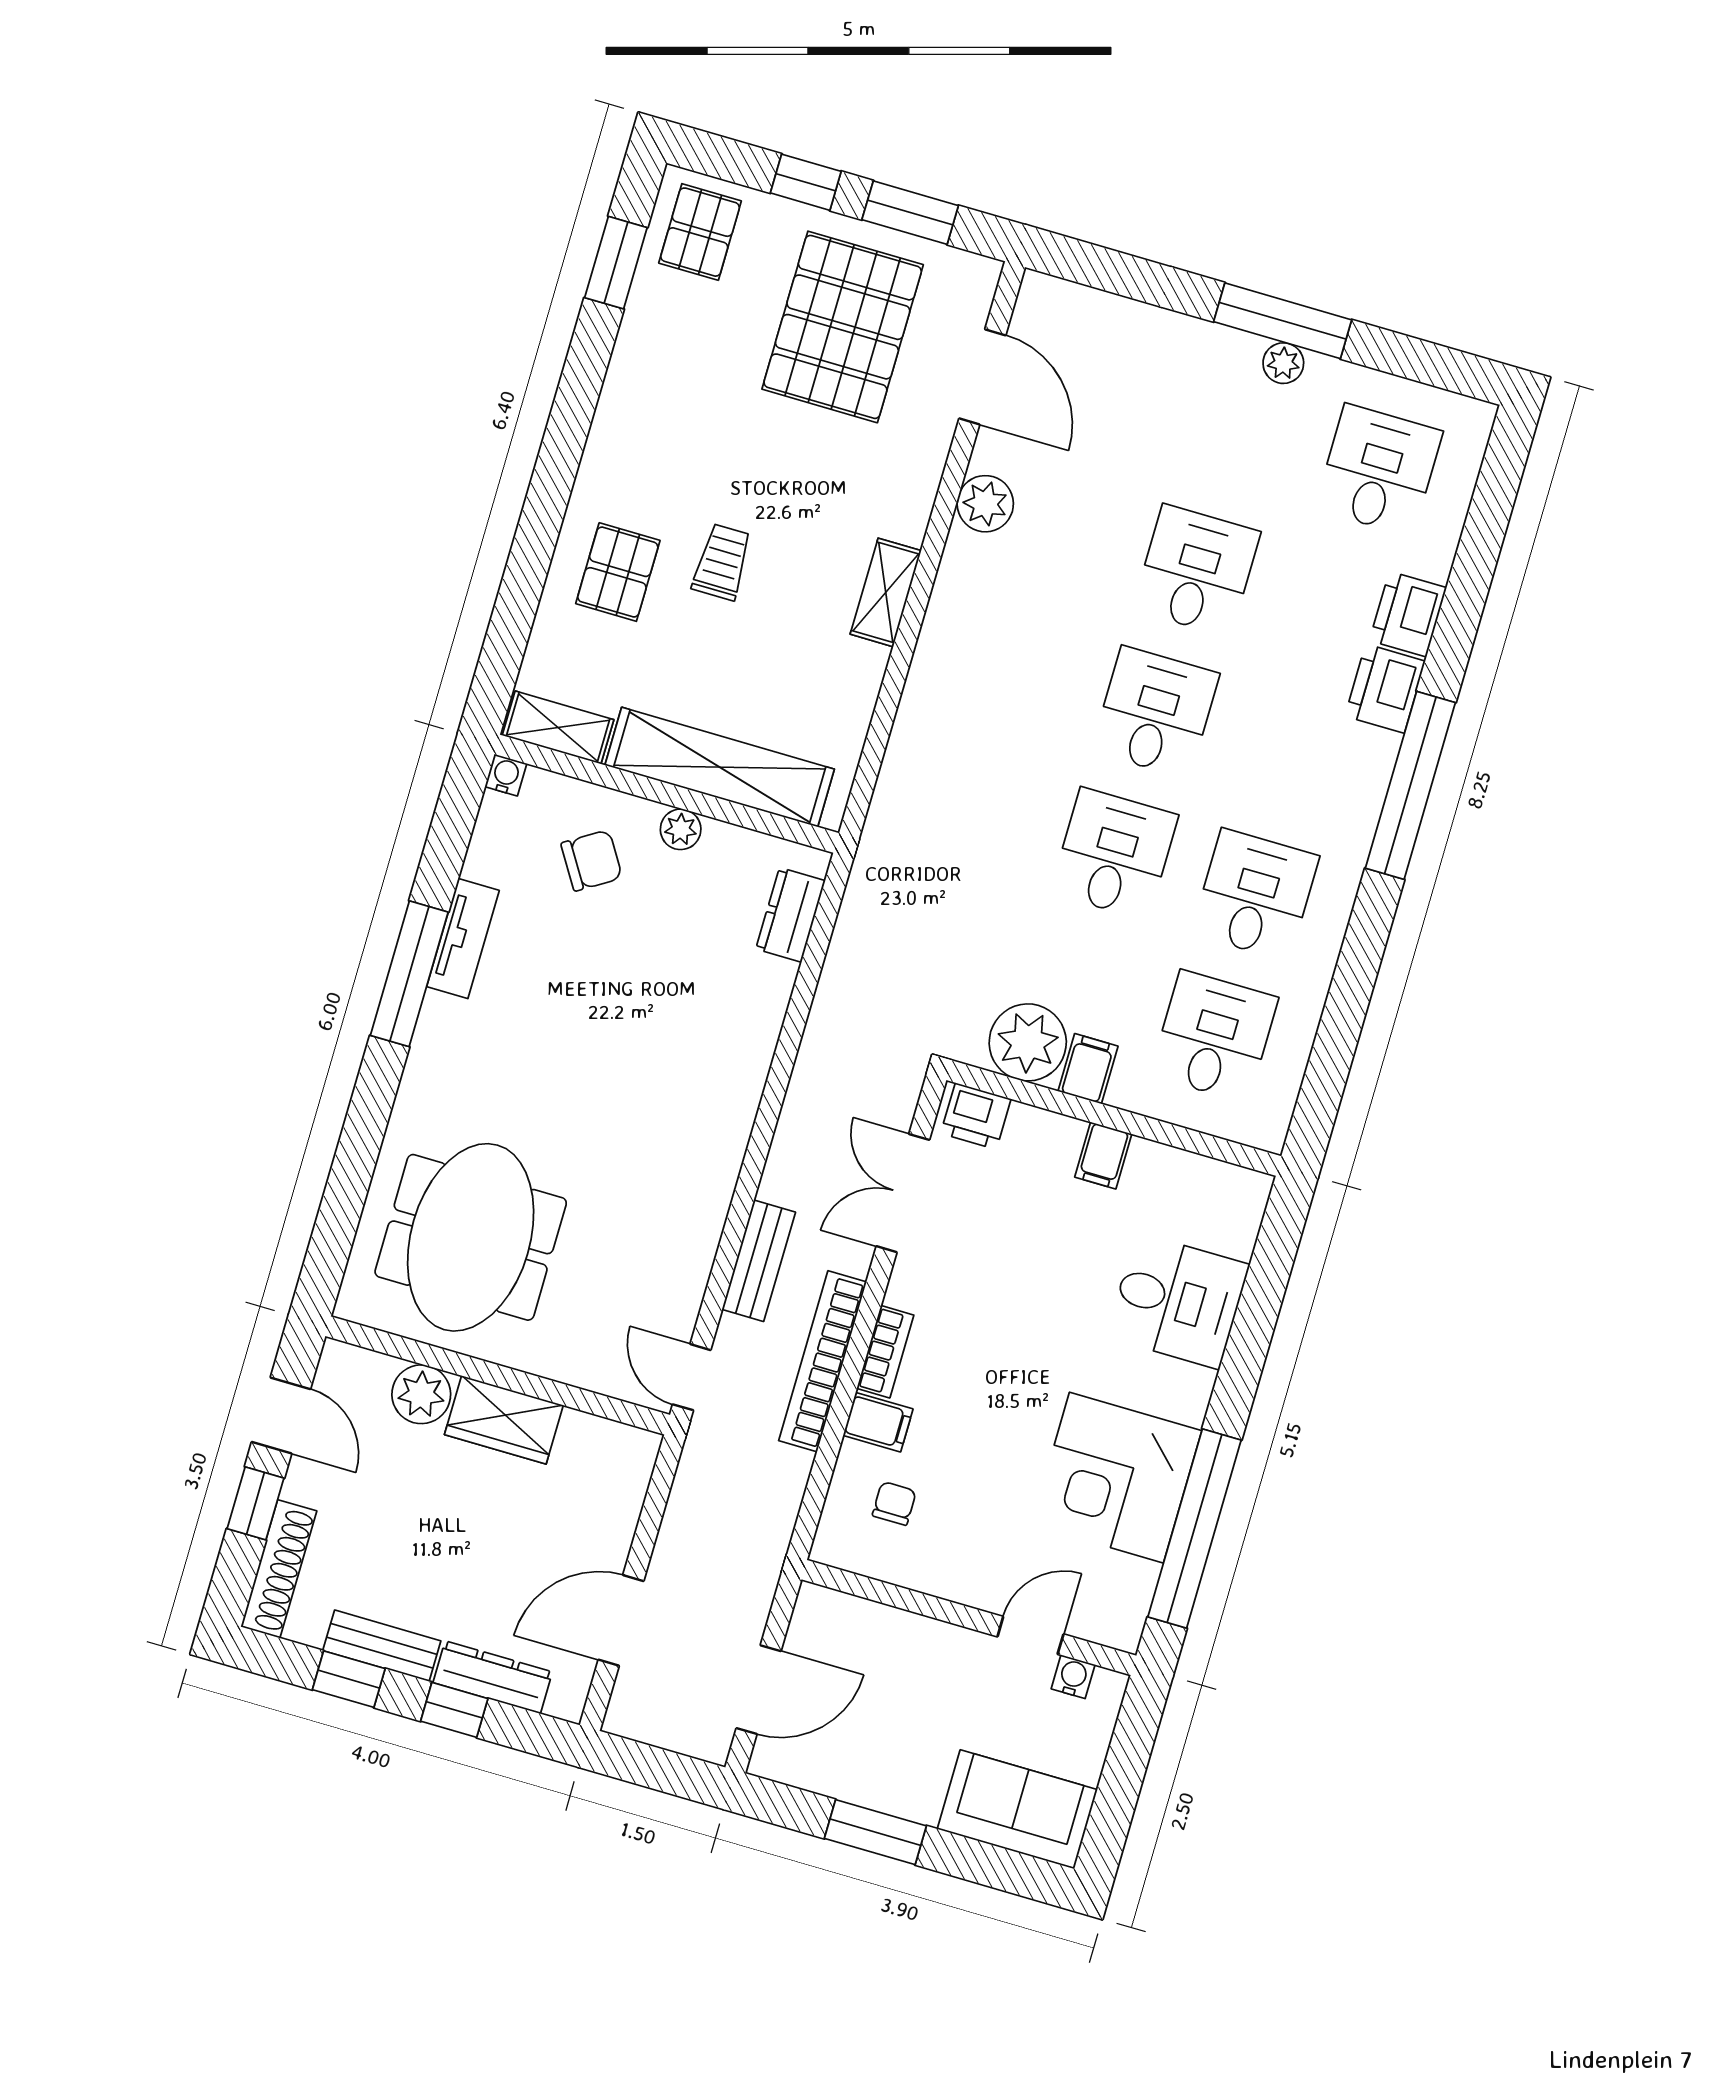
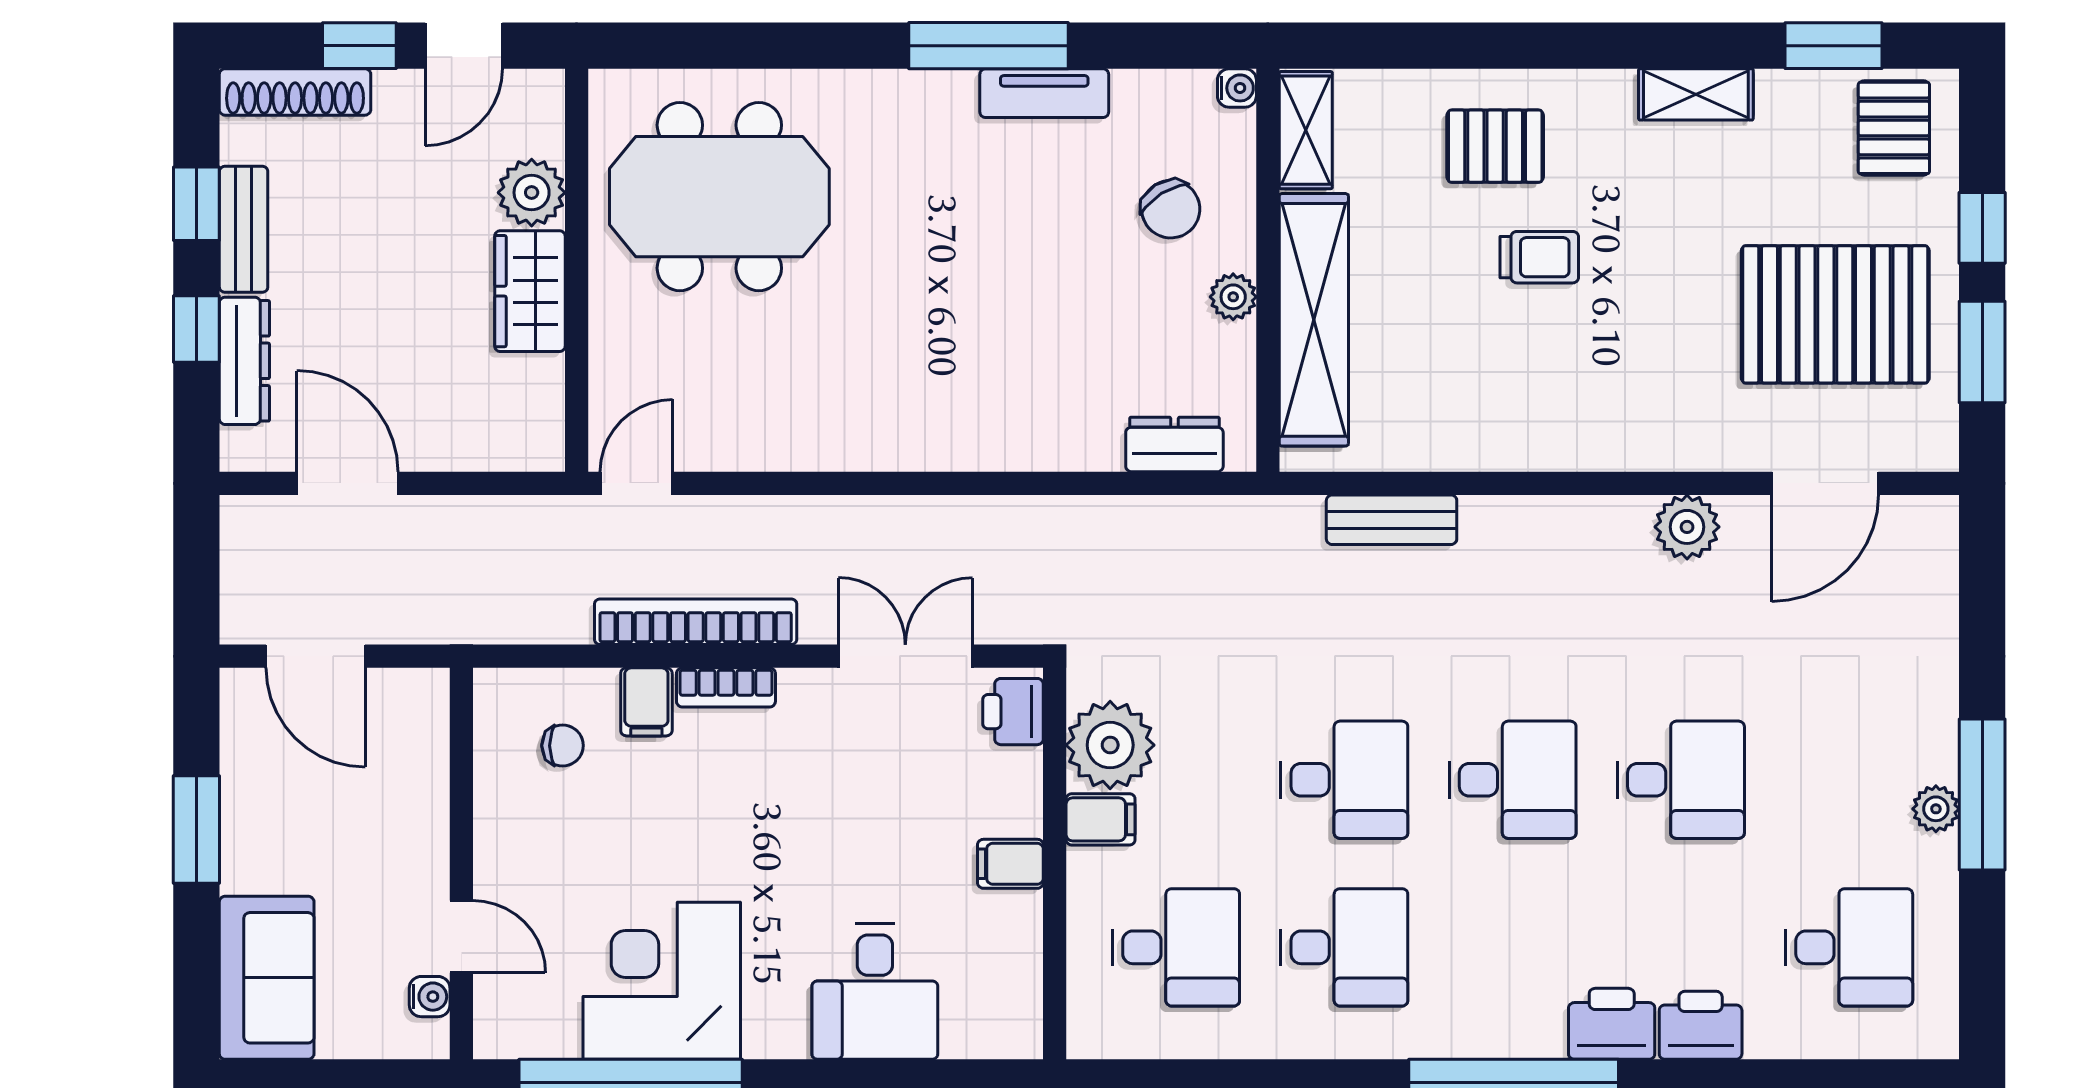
pallet: (700, 232) -> (1894, 128), turned 90
shelving: (886, 592) -> (1696, 94), moved
bench: (759, 1261) -> (1392, 520), moved

